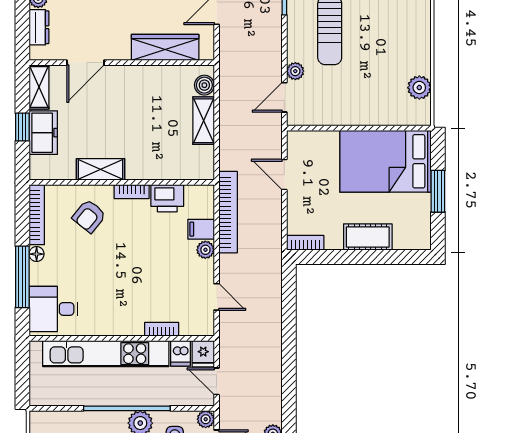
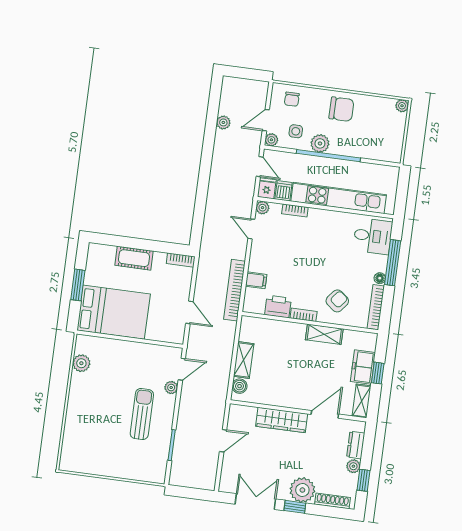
wardrobe: (165, 47) -> (282, 420), moved
plant: (205, 250) -> (263, 208), moved

